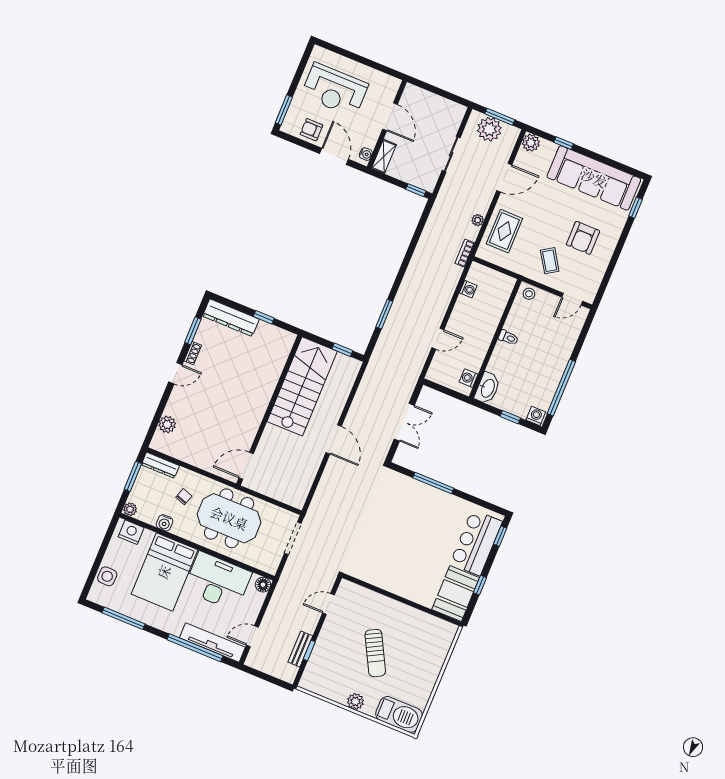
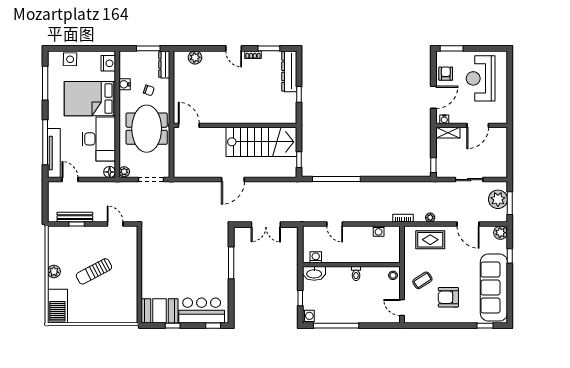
window: (384, 314) -> (336, 179), width x2.11
plant: (130, 509) -> (124, 172), moved
bench: (300, 649) -> (75, 217), width x1.36

